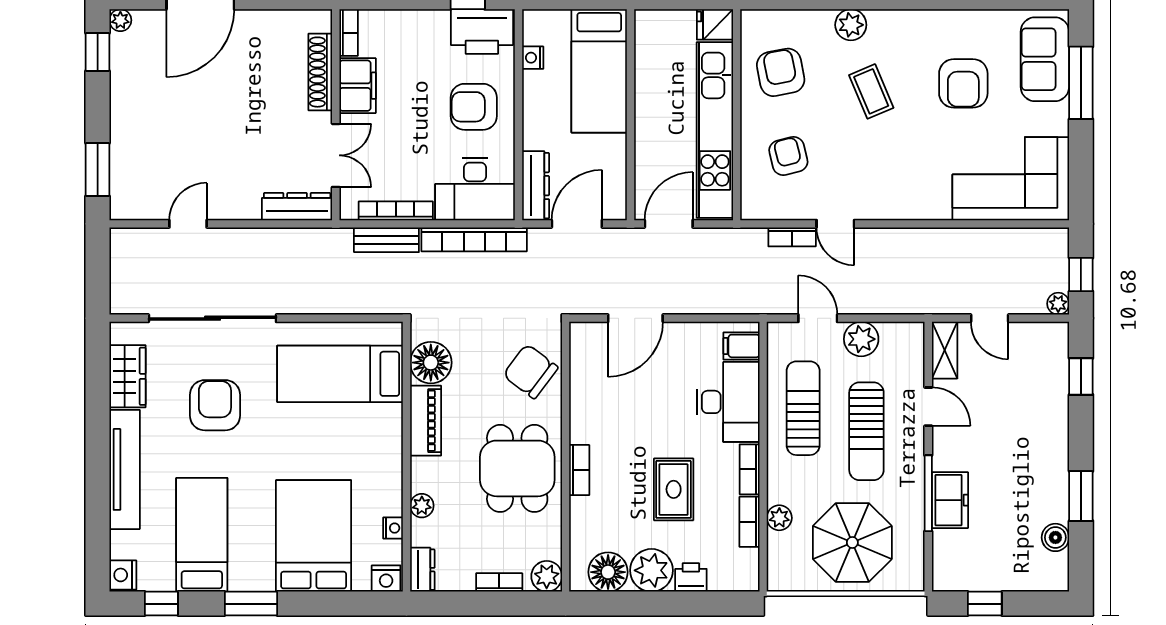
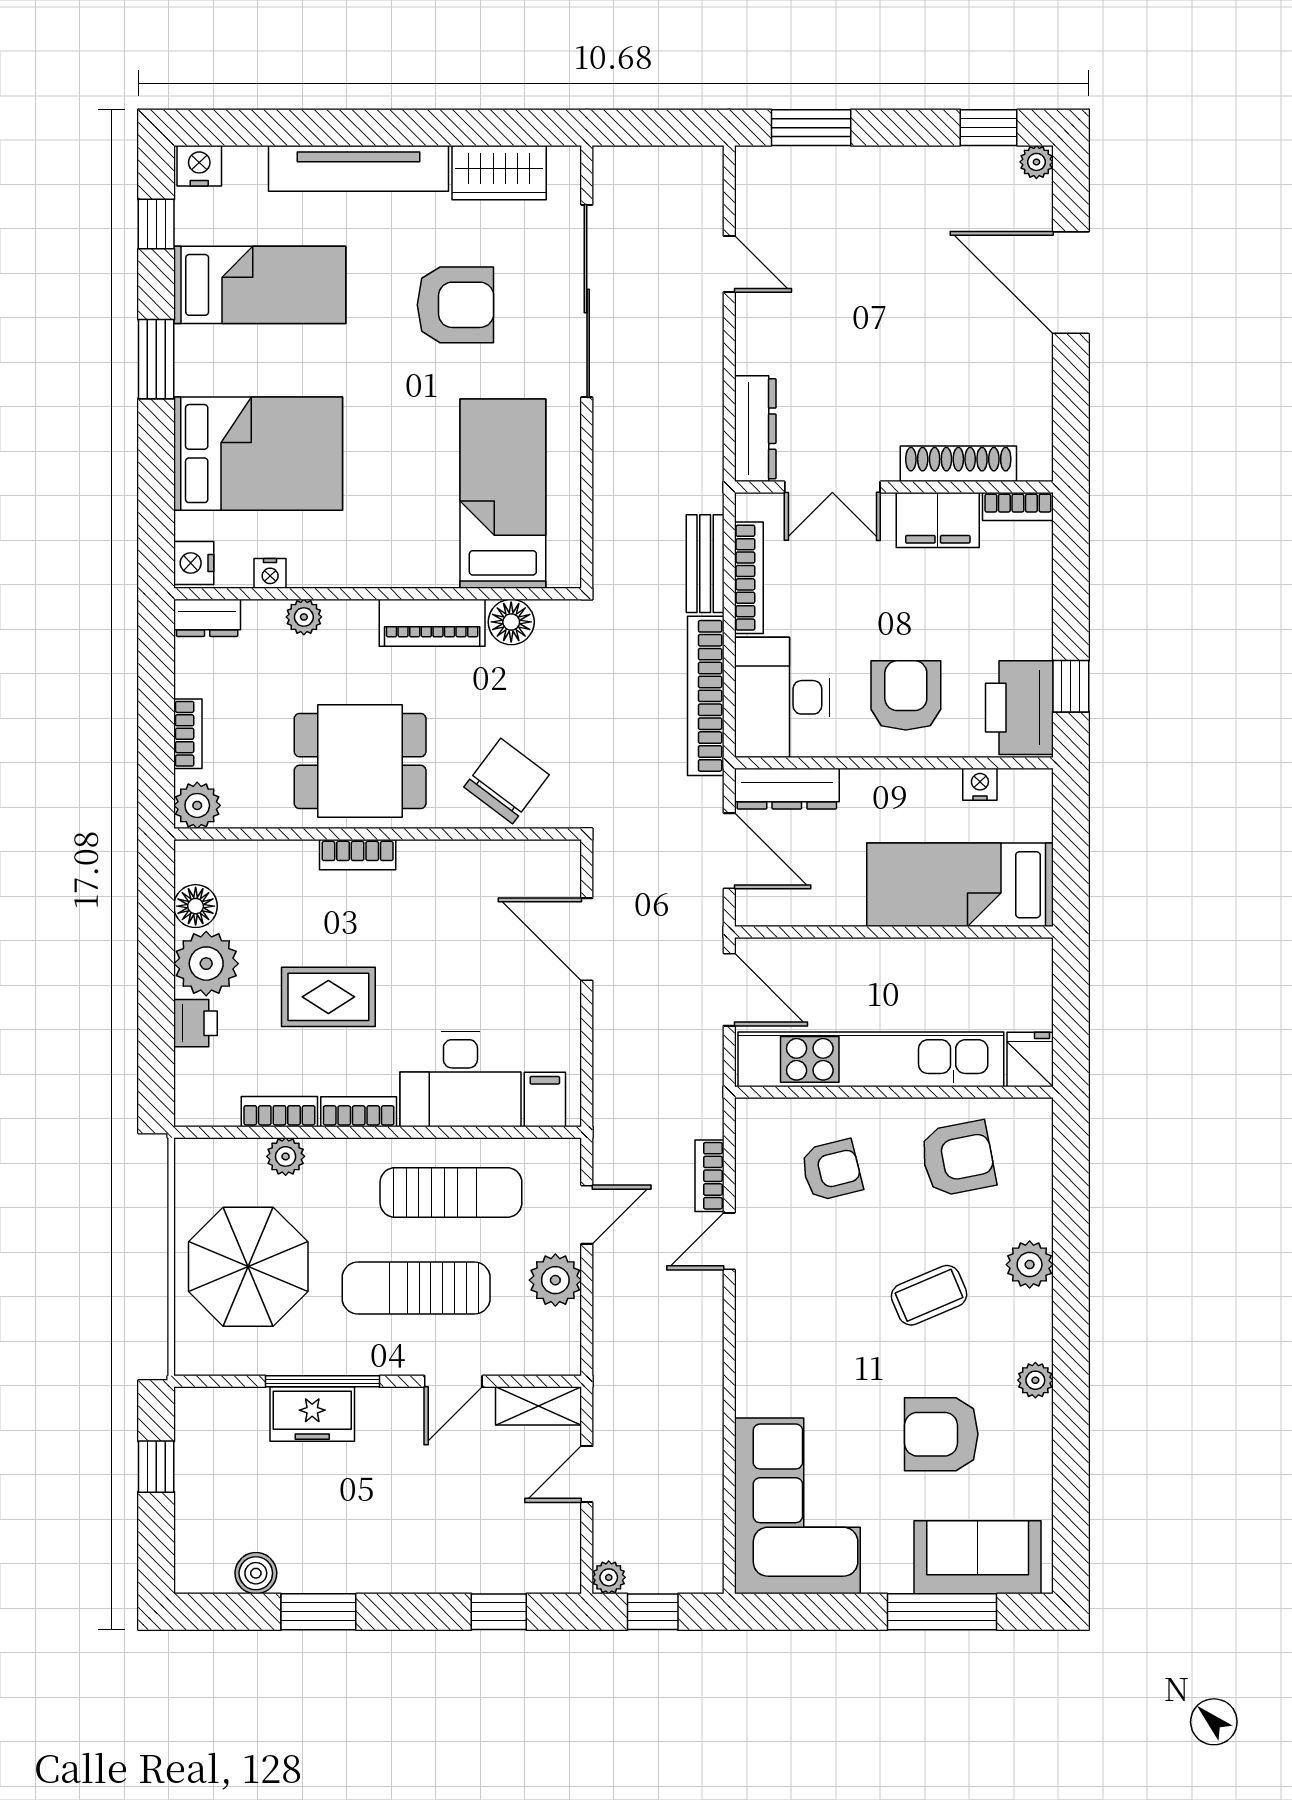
plant: (928, 21) -> (1035, 1380), added
floor lamp: (431, 363) -> (511, 622), width x0.73, depth x0.73
floor lamp: (608, 572) -> (196, 906), width x0.73, depth x0.73

